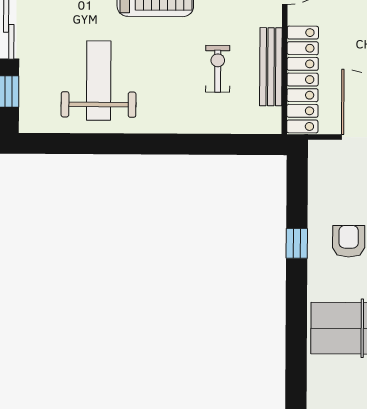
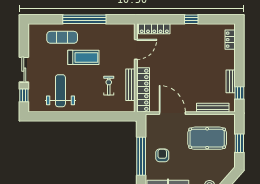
window: (297, 243) -> (141, 156), width x3.17

